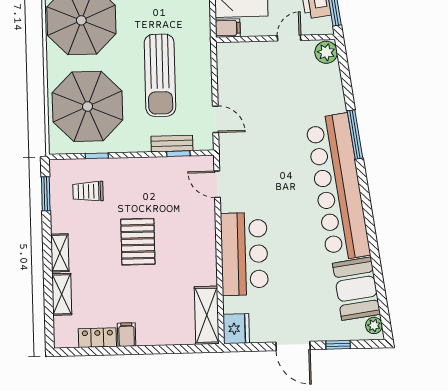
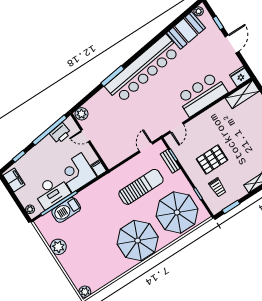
pallet: (138, 242) -> (212, 159), moved

